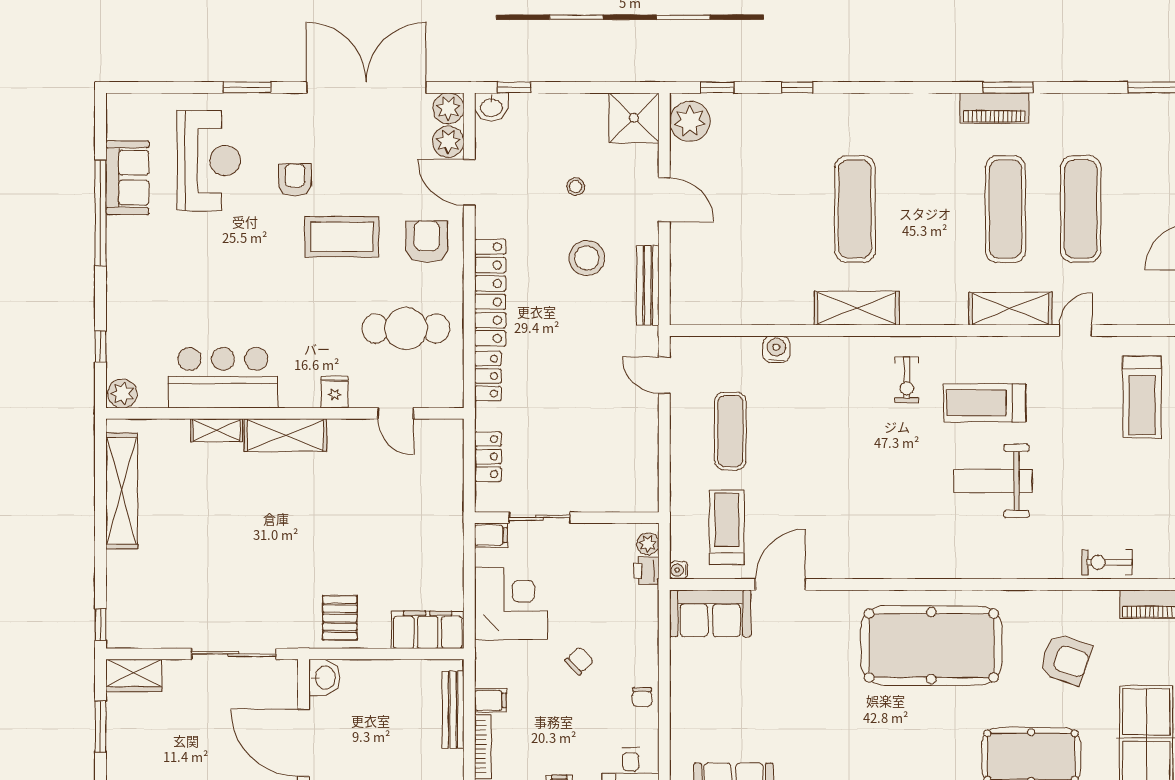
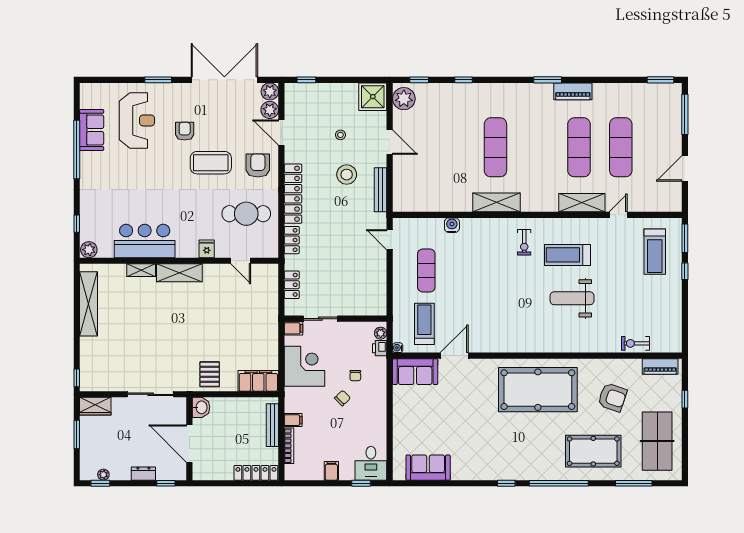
window: (1008, 87) -> (548, 80), moved
washbasin: (491, 107) -> (294, 91), removed
chair: (642, 697) -> (355, 376), moved

